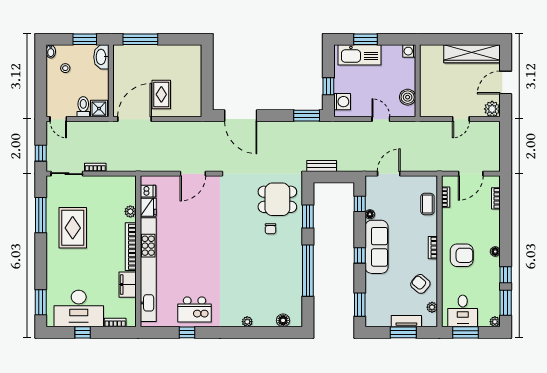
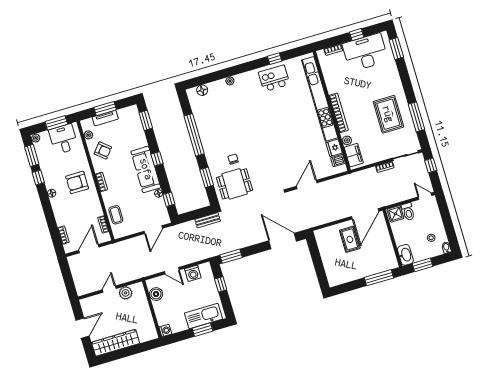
washing machine: (342, 102) -> (193, 273), moved, turned -90
plant: (492, 109) -> (126, 293), moved
filing cabinet: (128, 285) -> (354, 155), moved

